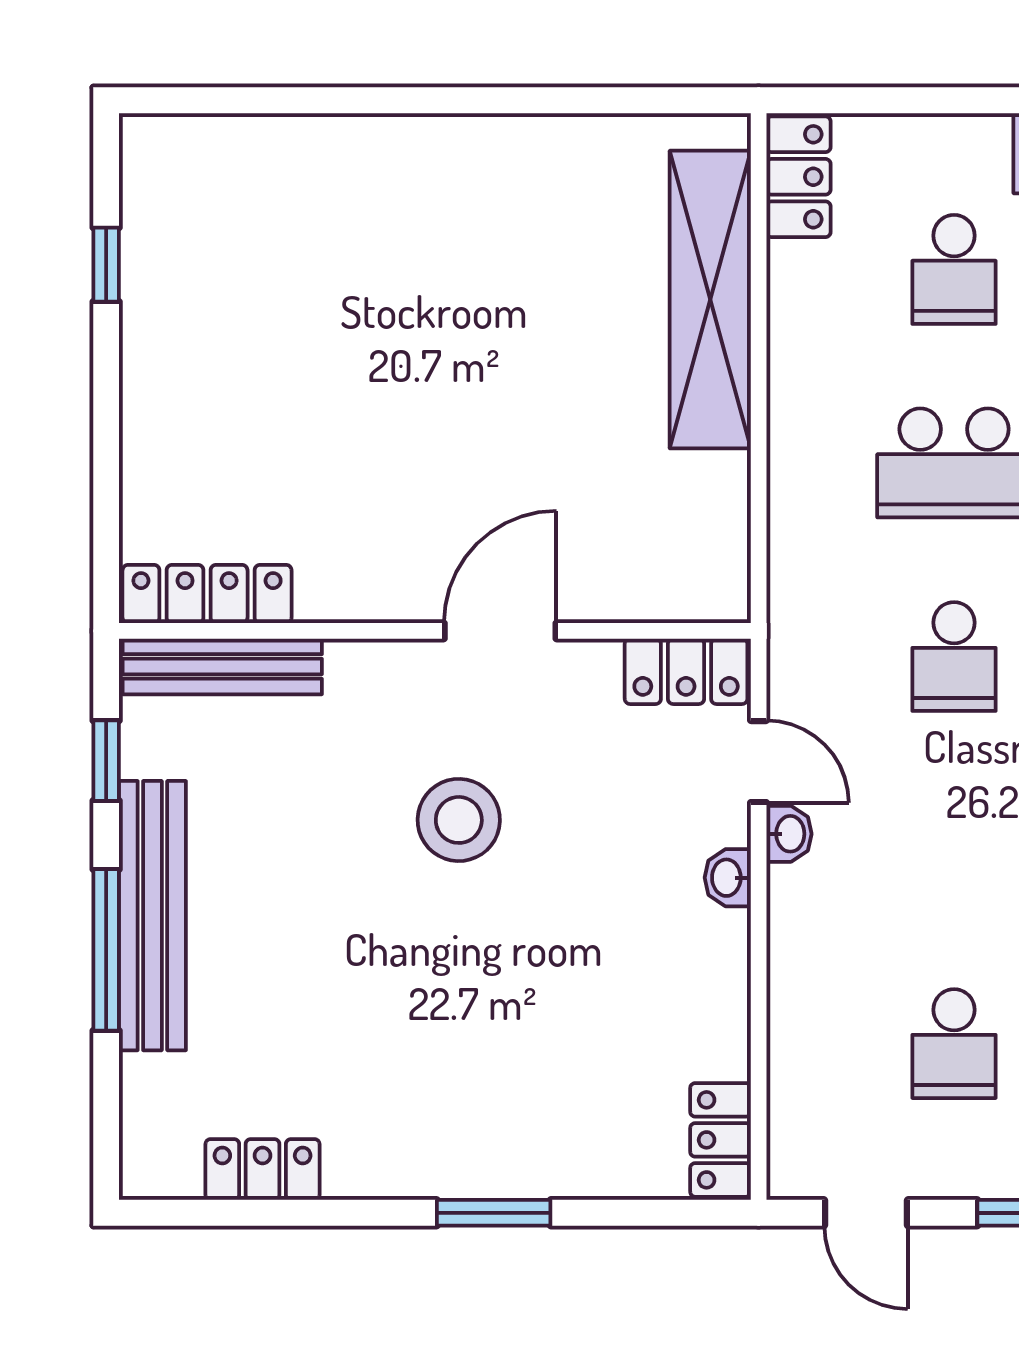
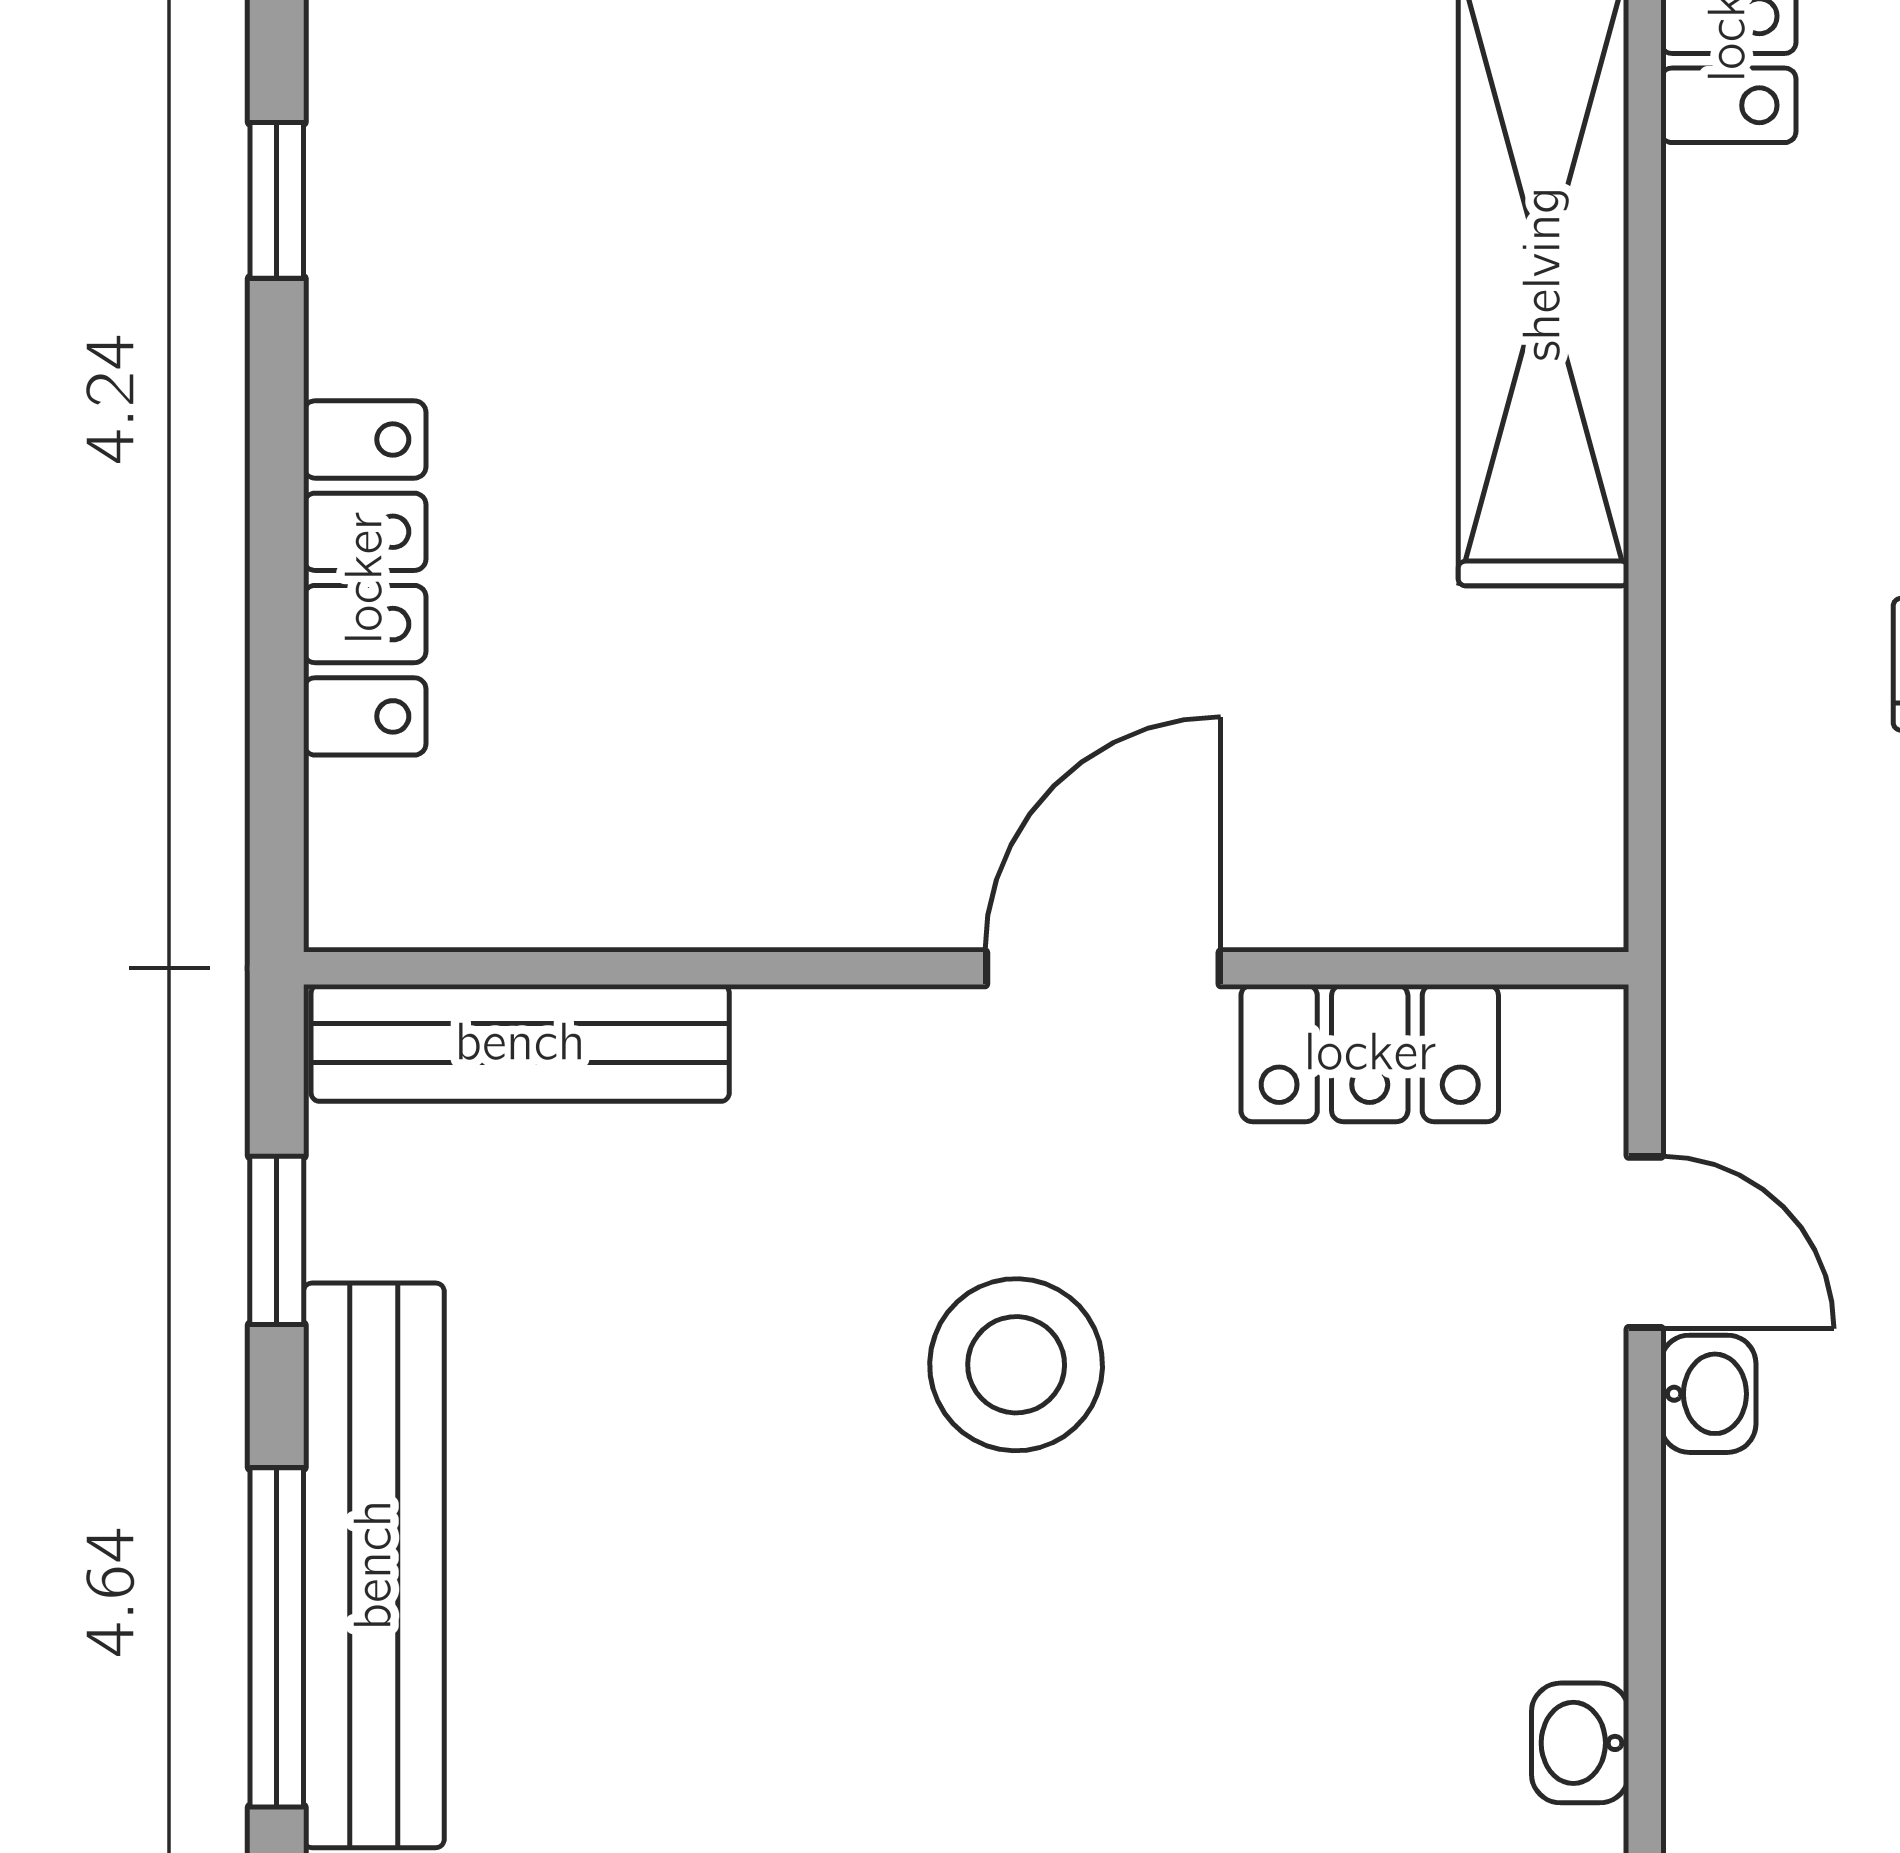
locker: (207, 594) -> (365, 578), moved, turned 90
locker: (686, 671) -> (1370, 1053), moved
washbasin: (728, 878) -> (1580, 1743), moved

